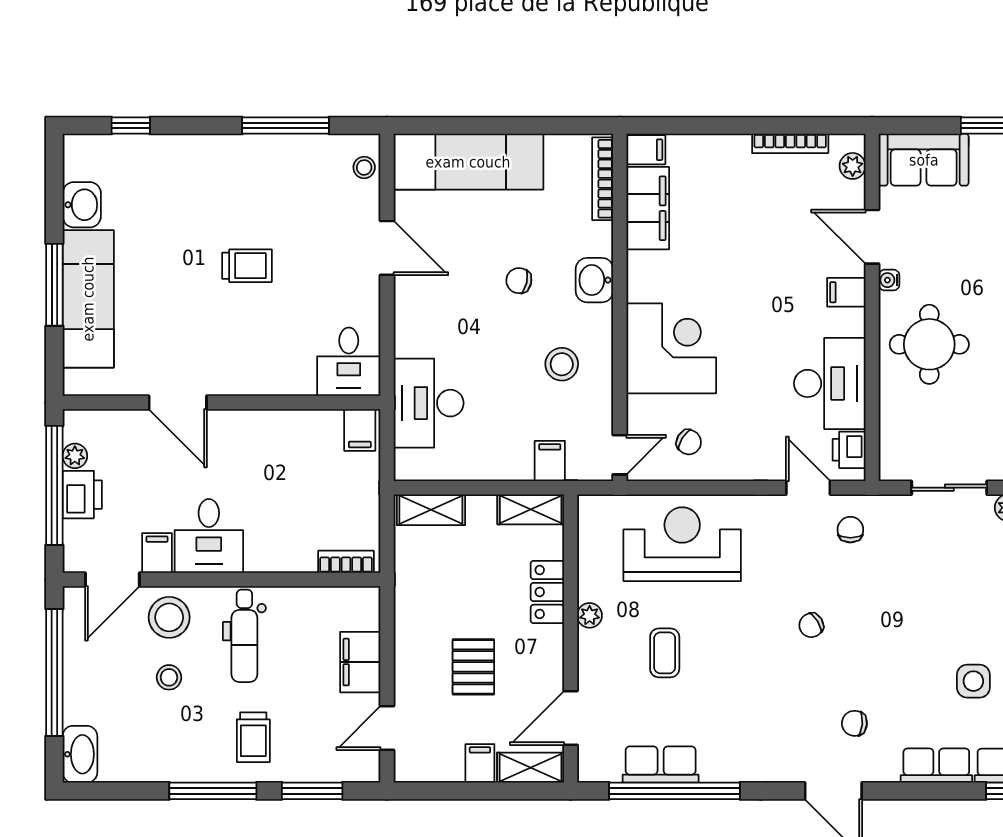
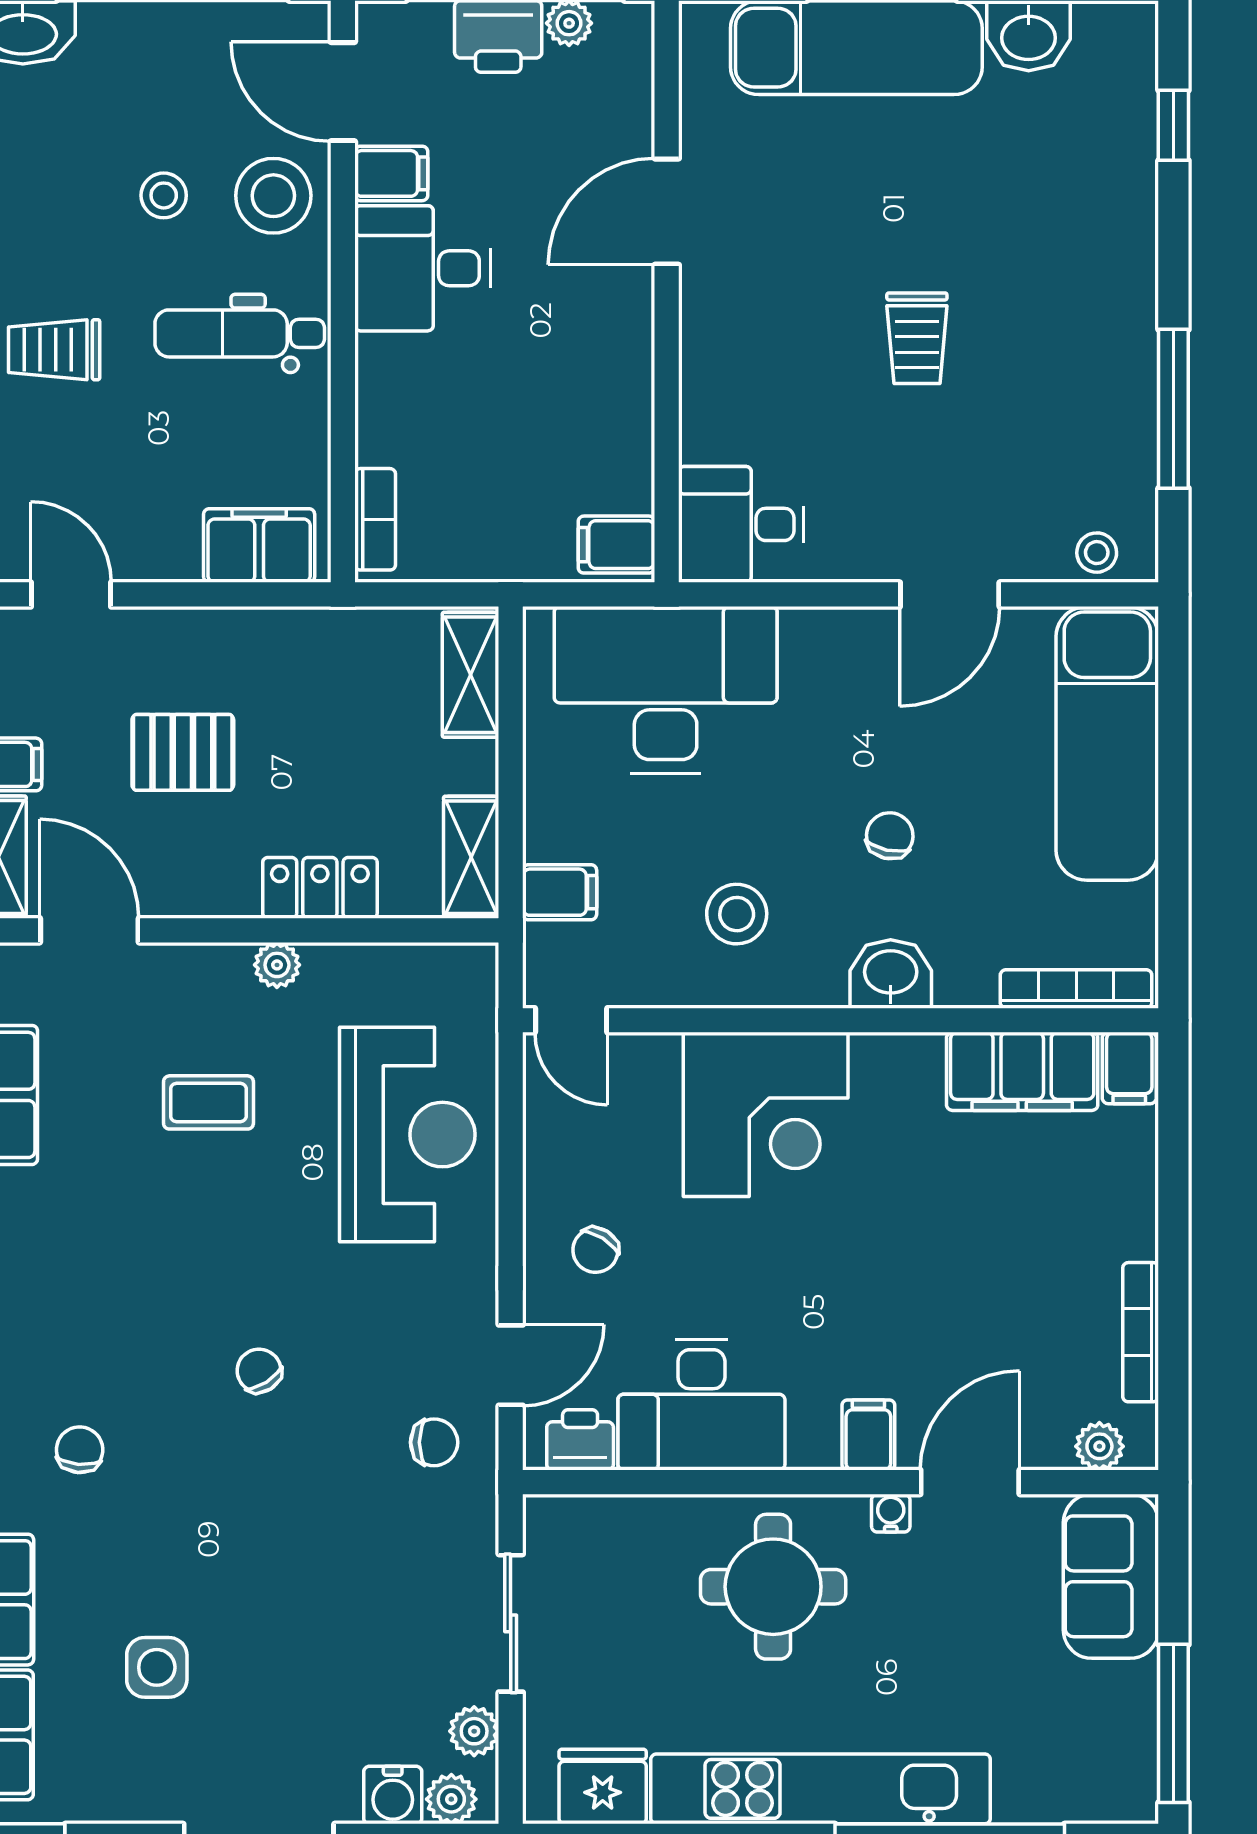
desk: (429, 403) -> (666, 690), width x1.36, depth x1.30
chair: (689, 442) -> (595, 1250), moved
filing cabinet: (360, 662) -> (259, 545), moved

